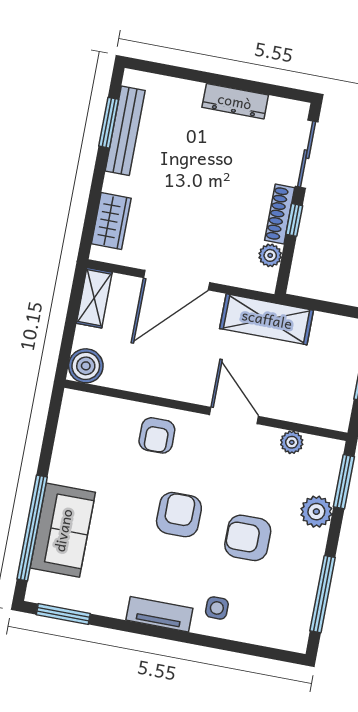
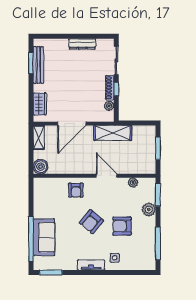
armchair: (179, 515) -> (91, 222), turned -140

